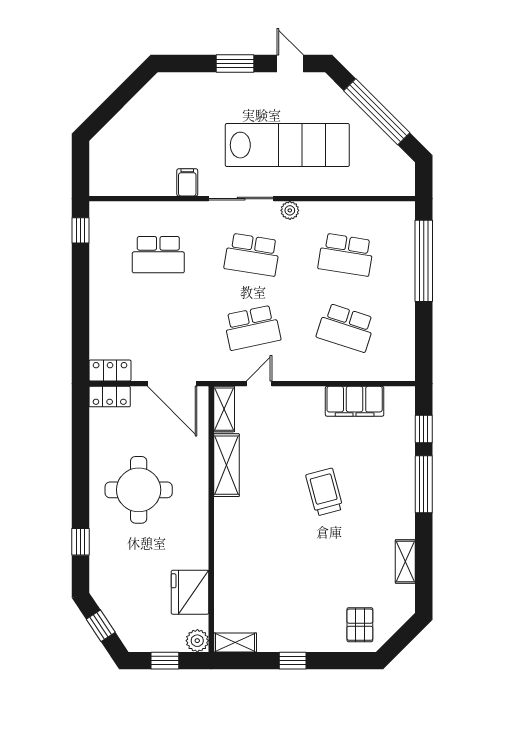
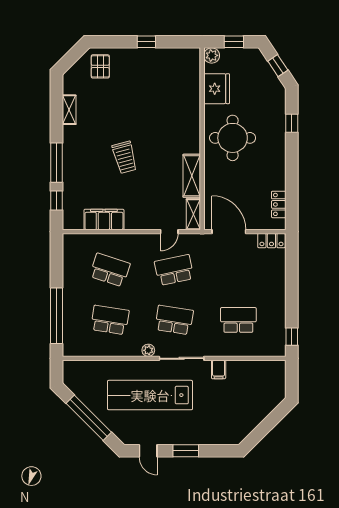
locker: (110, 397) -> (279, 204), moved, turned -90
round table: (139, 490) -> (233, 138), moved
shelving: (235, 642) -> (186, 54), removed

